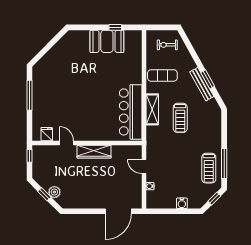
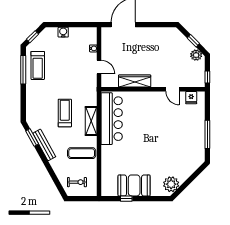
plant: (68, 43) -> (171, 184), added
window: (208, 79) -> (32, 137), moved
wardrobe: (94, 152) -> (135, 81), moved
treadmill: (209, 168) -> (38, 65), turned 180
plant: (54, 192) -> (196, 55), moved

